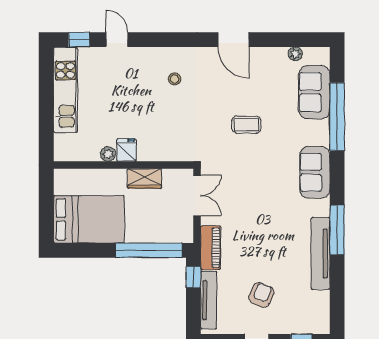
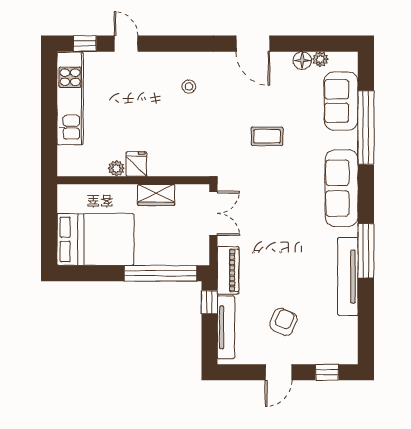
floor lamp: (279, 55) -> (302, 60), added
sofa: (315, 172) -> (342, 188), width x1.36

